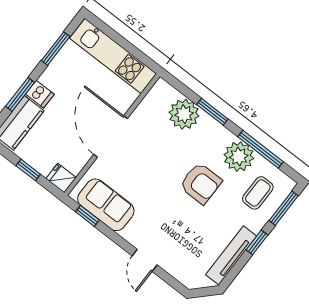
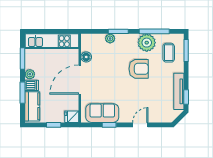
plant: (49, 77) -> (30, 74), added
floor lamp: (143, 113) -> (86, 57), added
plant: (184, 114) -> (110, 38), width x0.53, depth x0.53
door: (111, 136) -> (80, 80), hinge flipped
window: (87, 216) -> (109, 125), moved
window: (257, 242) -> (186, 97), moved
door: (145, 260) -> (140, 125), swing flipped

